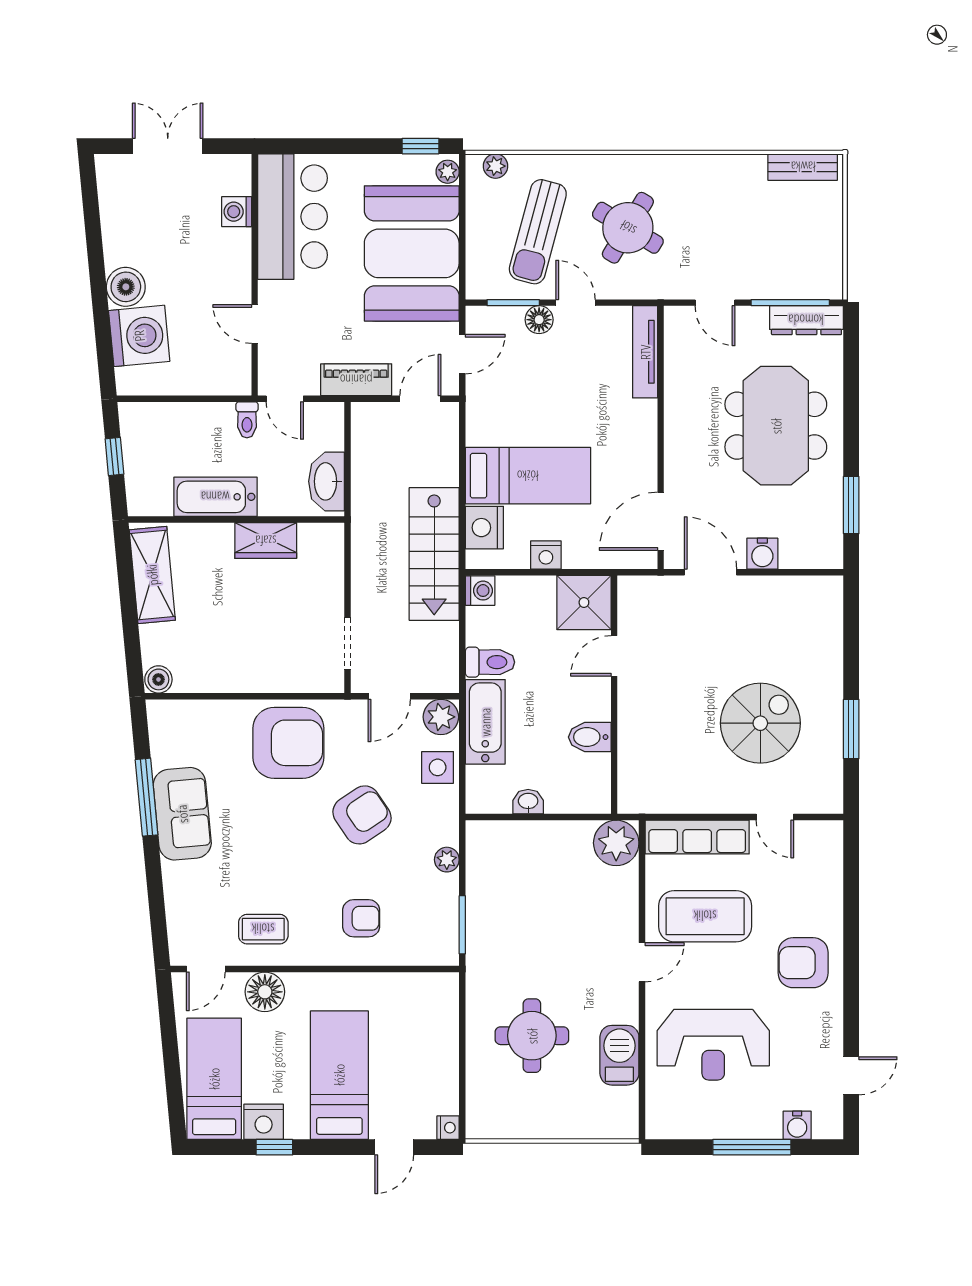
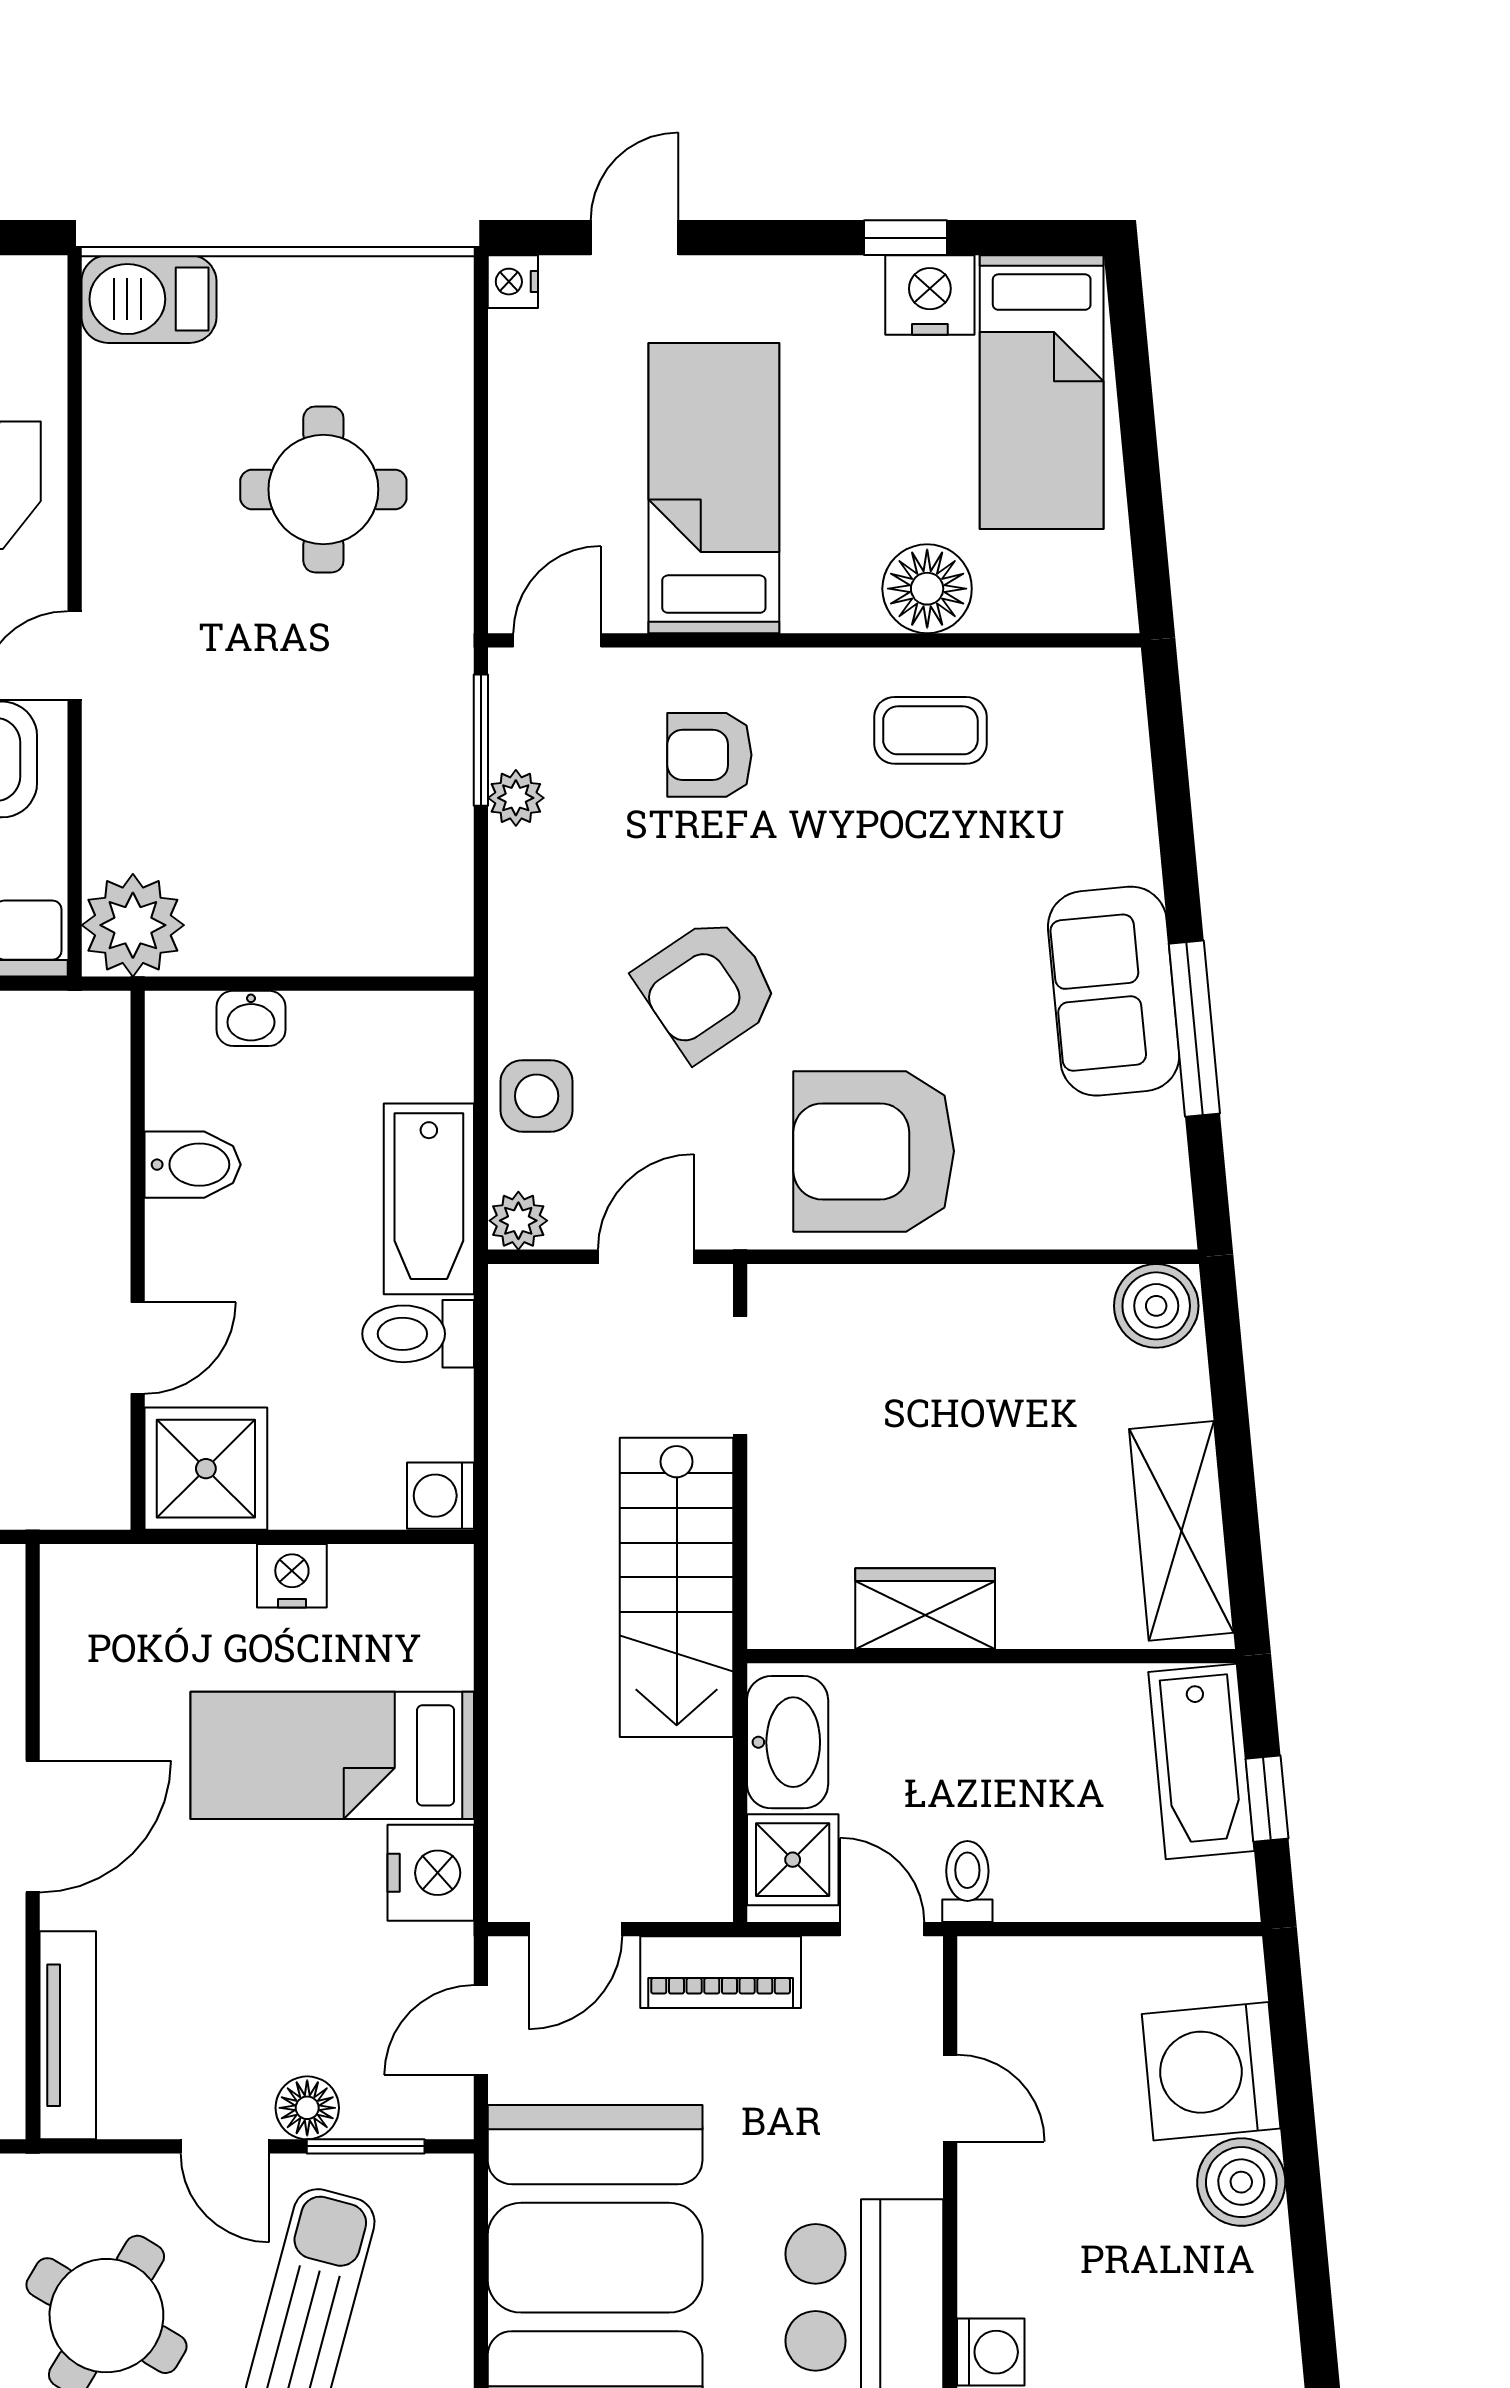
shower: (324, 429) -> (793, 1860), added
bathtub: (215, 497) -> (1201, 1762), moved, turned 85
door: (661, 521) -> (33, 1826), moved
nightstand: (484, 528) -> (431, 1873), moved
stairs: (434, 554) -> (677, 1587), moved, turned 180
boiler: (158, 679) -> (1156, 1306), width x1.36, depth x1.36
plant: (441, 717) -> (518, 1221), width x0.73, depth x0.73
washbasin: (528, 802) -> (251, 1018), moved
plant: (447, 860) -> (516, 798), moved
door: (206, 969) -> (557, 640), moved
barbecue: (619, 1055) -> (149, 299), moved, turned 90
bed: (339, 1075) -> (714, 488), moved, turned 180

